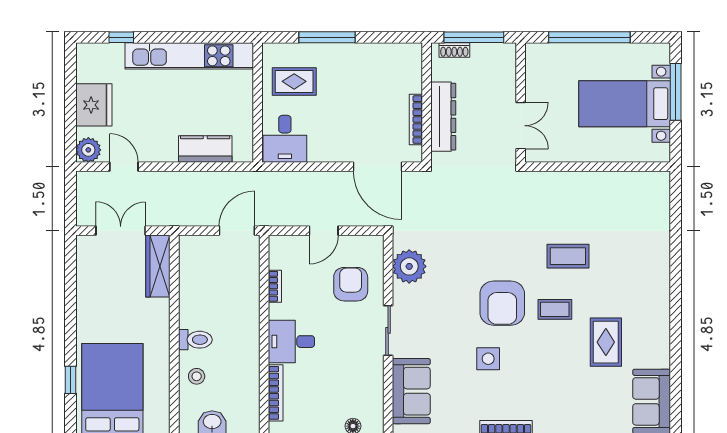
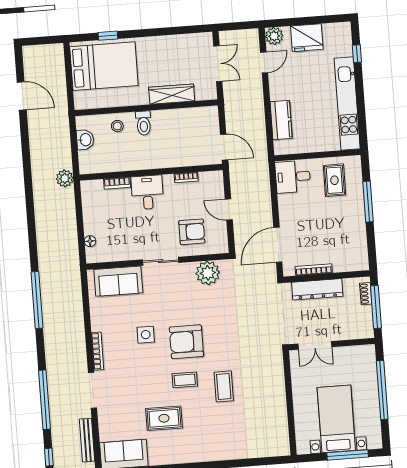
wardrobe: (158, 266) -> (172, 94), moved
coffee table: (555, 309) -> (185, 380), turned 90
bookcase: (276, 393) -> (117, 183), width x0.64

